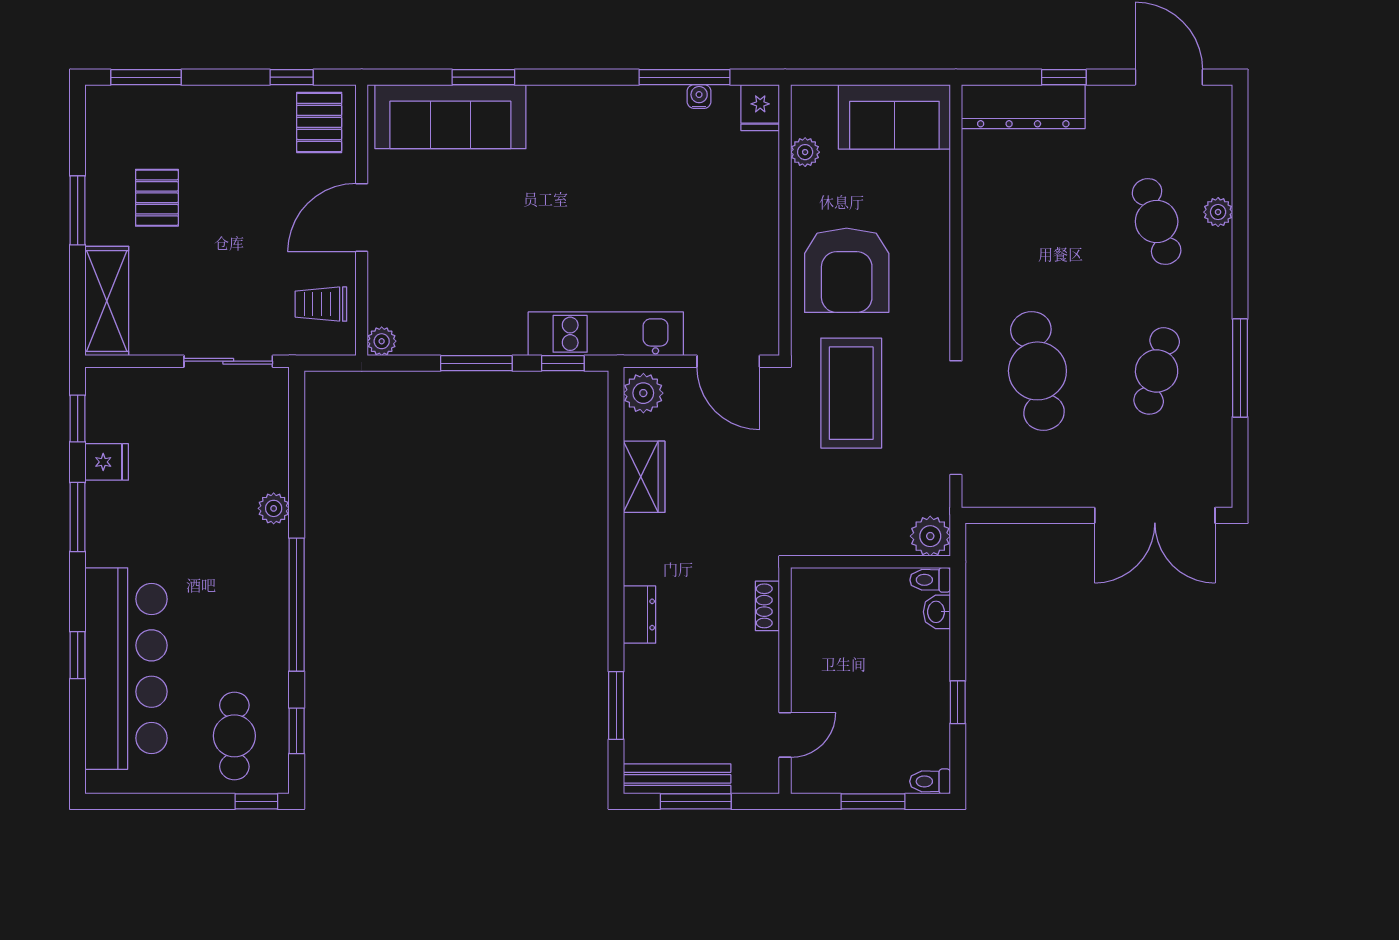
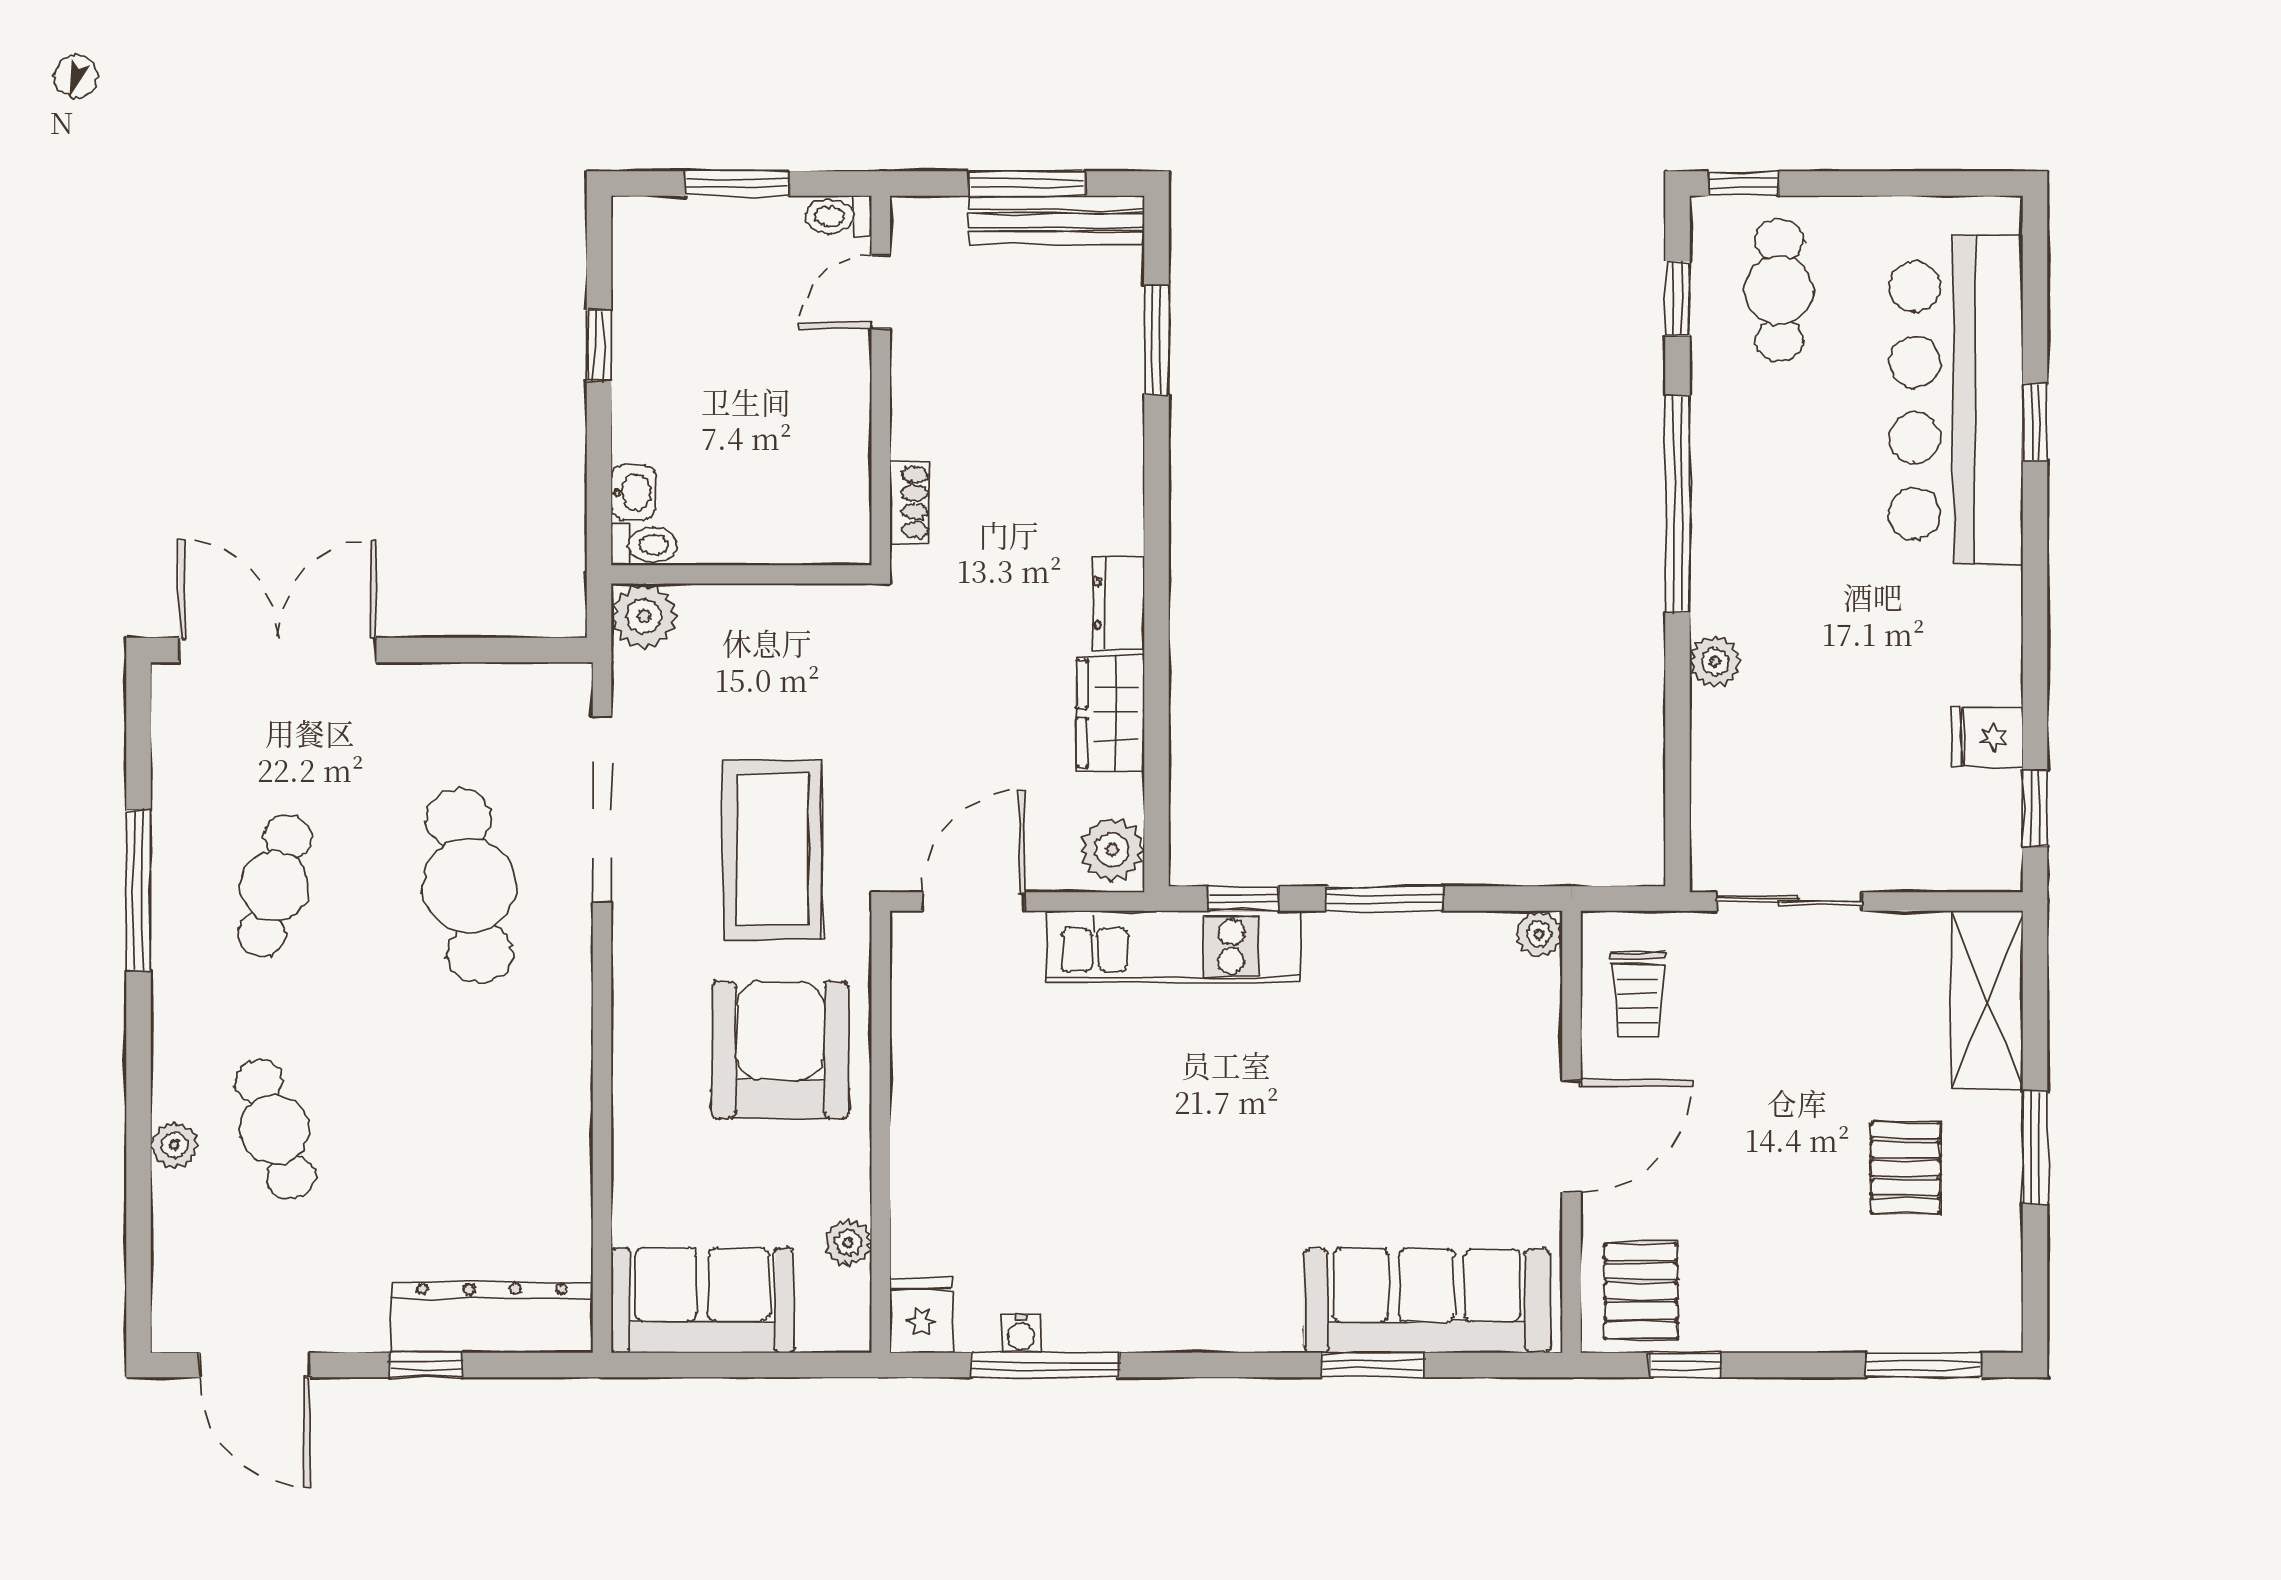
trolley: (321, 304) -> (1638, 995), turned 90
door: (728, 361) -> (973, 902), hinge flipped
window: (78, 517) -> (2035, 647), removed
dresser: (640, 615) -> (1118, 603), moved
toilet: (930, 781) -> (839, 216), moved, turned 180

